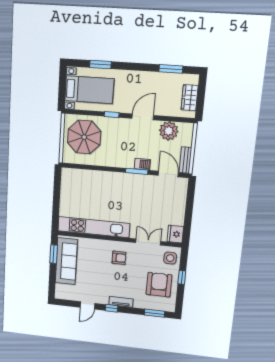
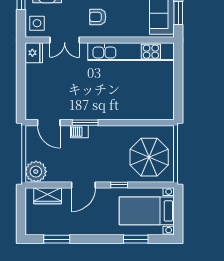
wardrobe: (190, 98) -> (48, 196), moved, turned 90
plant: (169, 131) -> (36, 172), moved
bench: (185, 160) -> (31, 140), removed

